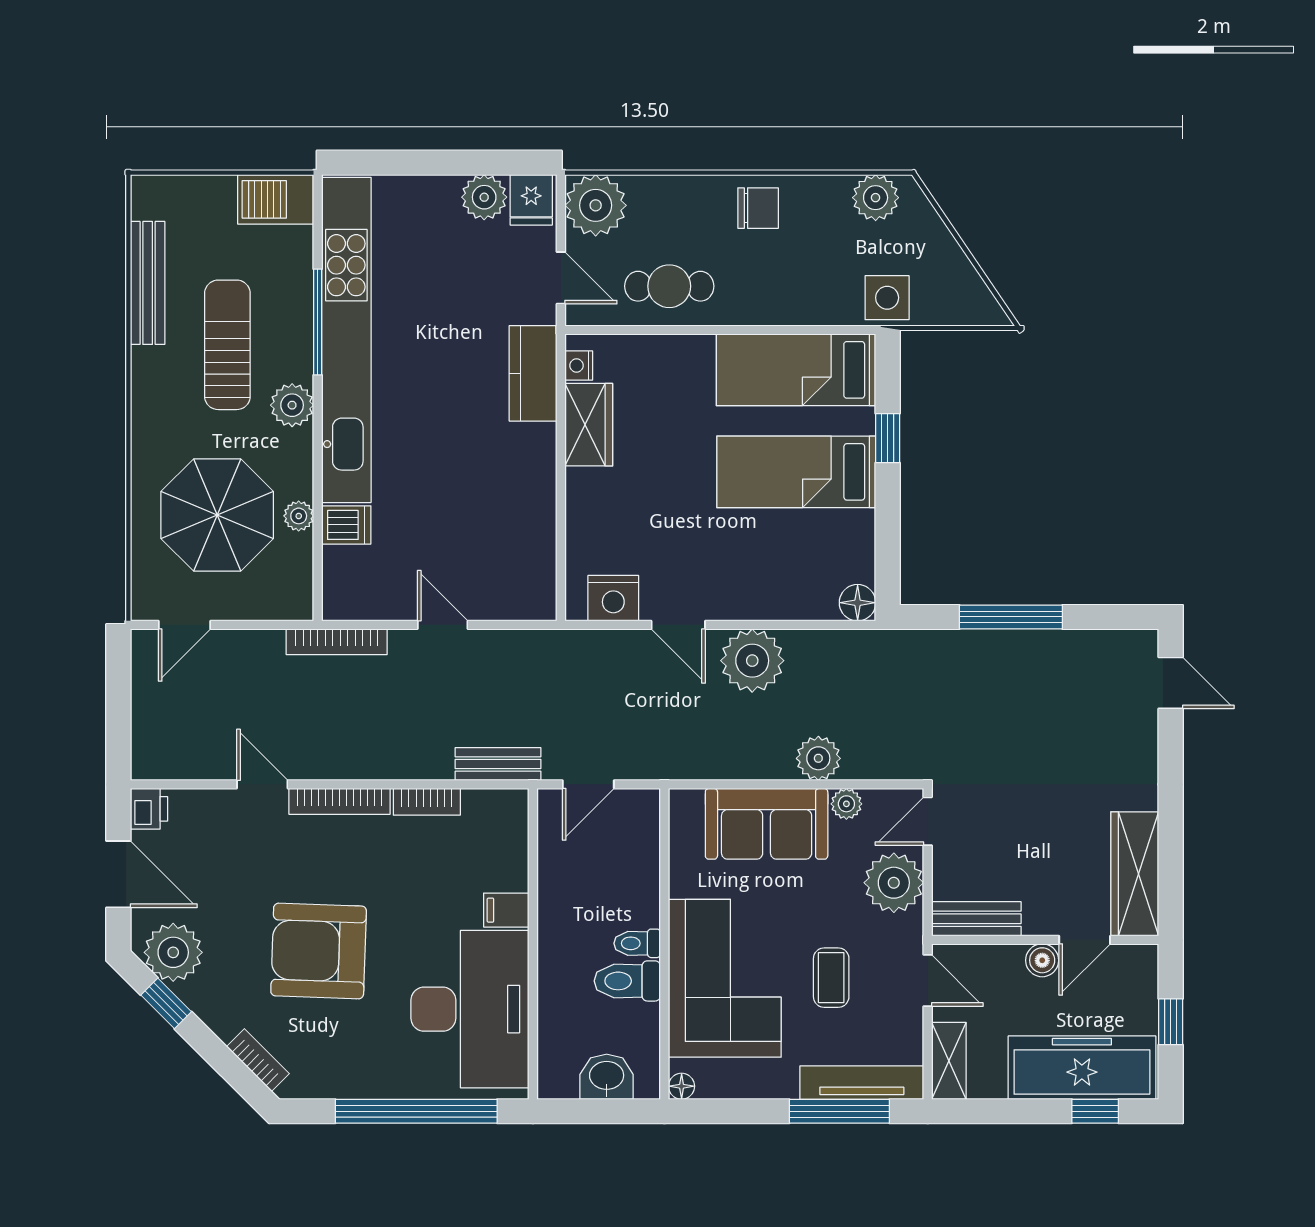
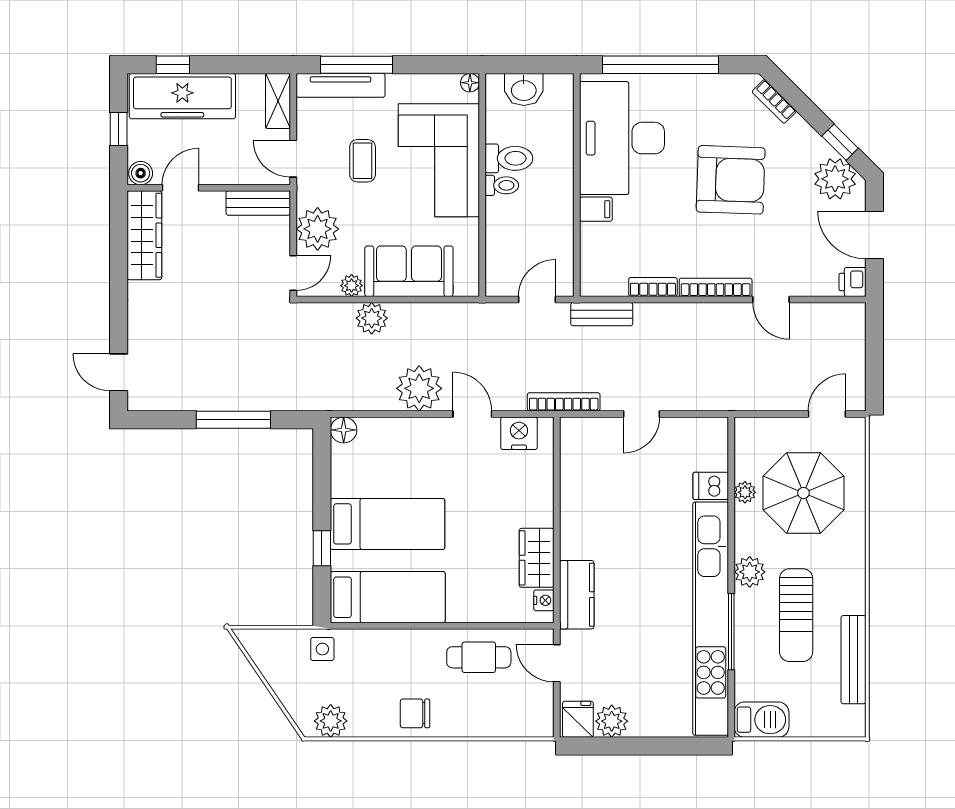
plant: (596, 205) -> (532, 715), removed
side table: (887, 298) -> (322, 649), width x0.73, depth x0.73
door: (443, 625) -> (642, 414), hinge flipped
bookcase: (337, 642) -> (564, 402), moved
boiler: (1042, 960) -> (141, 173), moved

